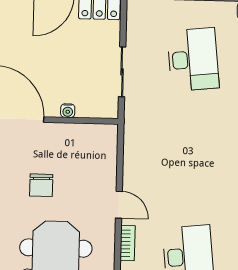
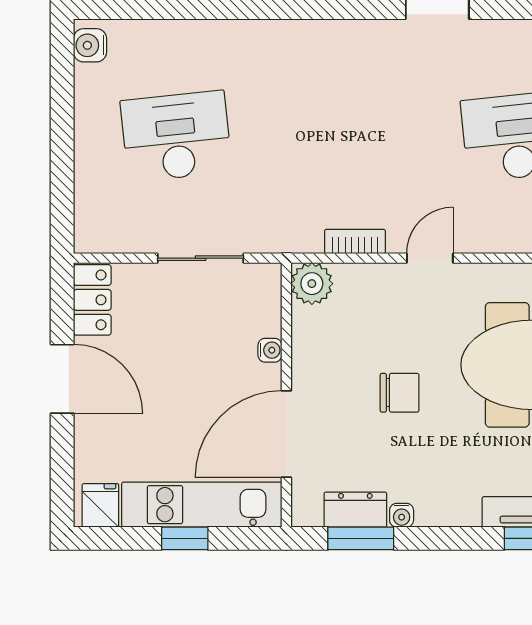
plant: (106, 136) -> (312, 284), added
bookcase: (128, 243) -> (355, 241), moved

